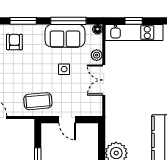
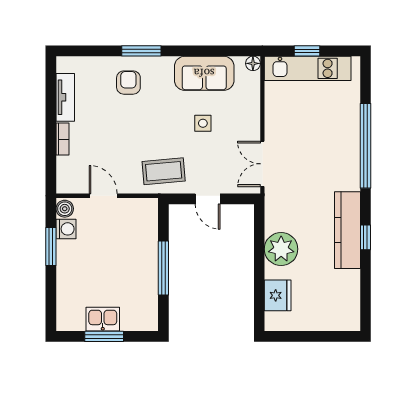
window: (68, 21) -> (209, 51), removed
plant: (97, 55) -> (252, 102), removed
double door: (104, 80) -> (262, 164), moved

